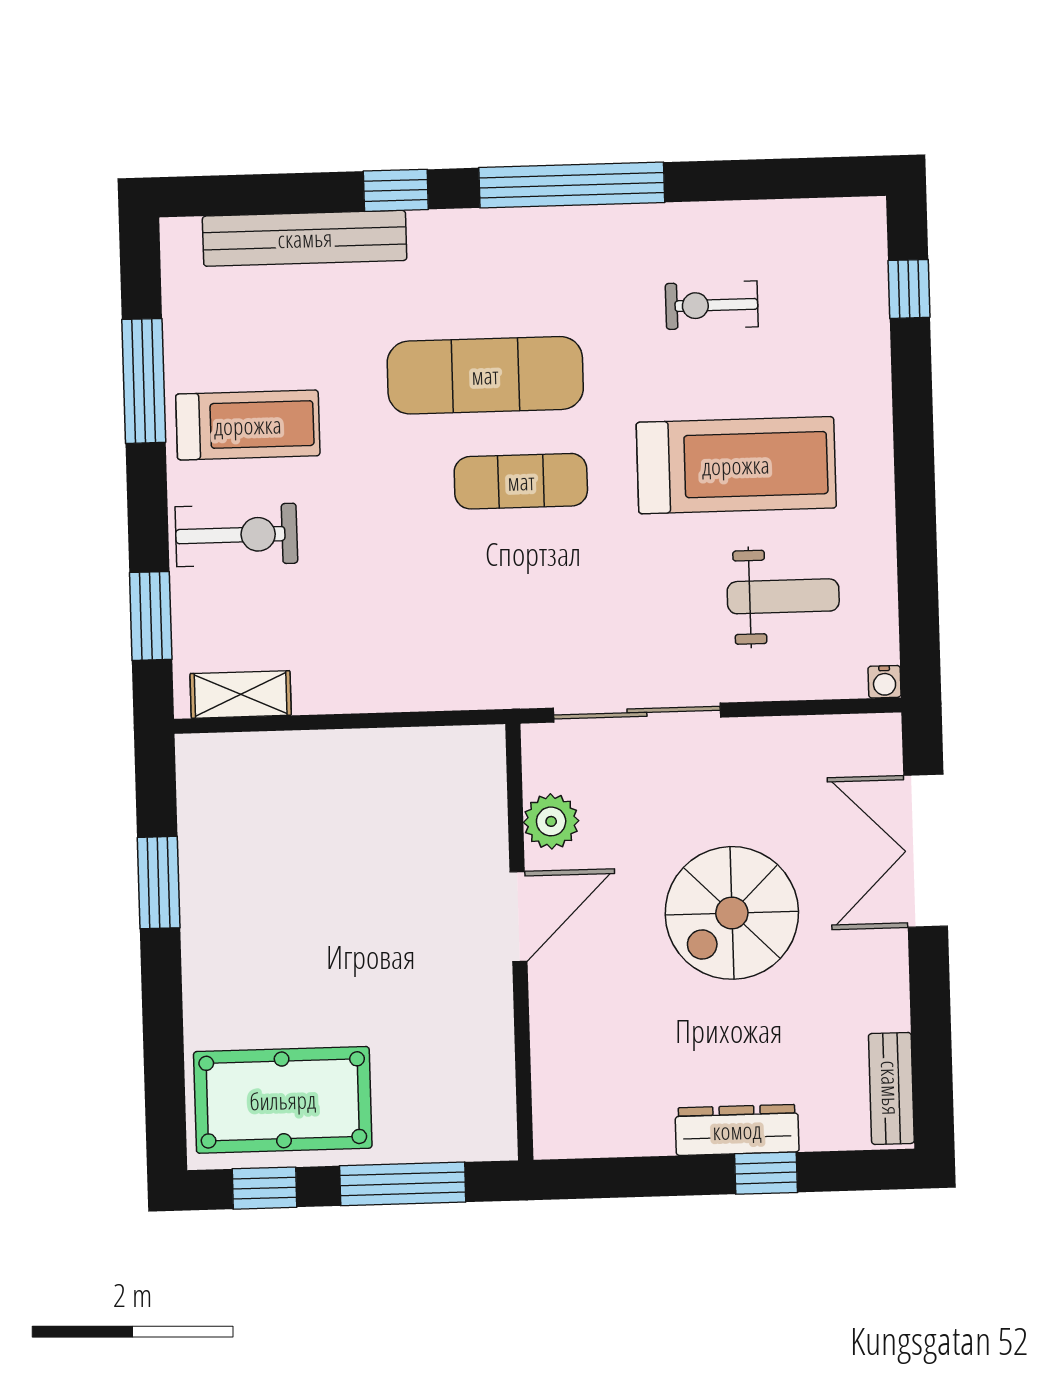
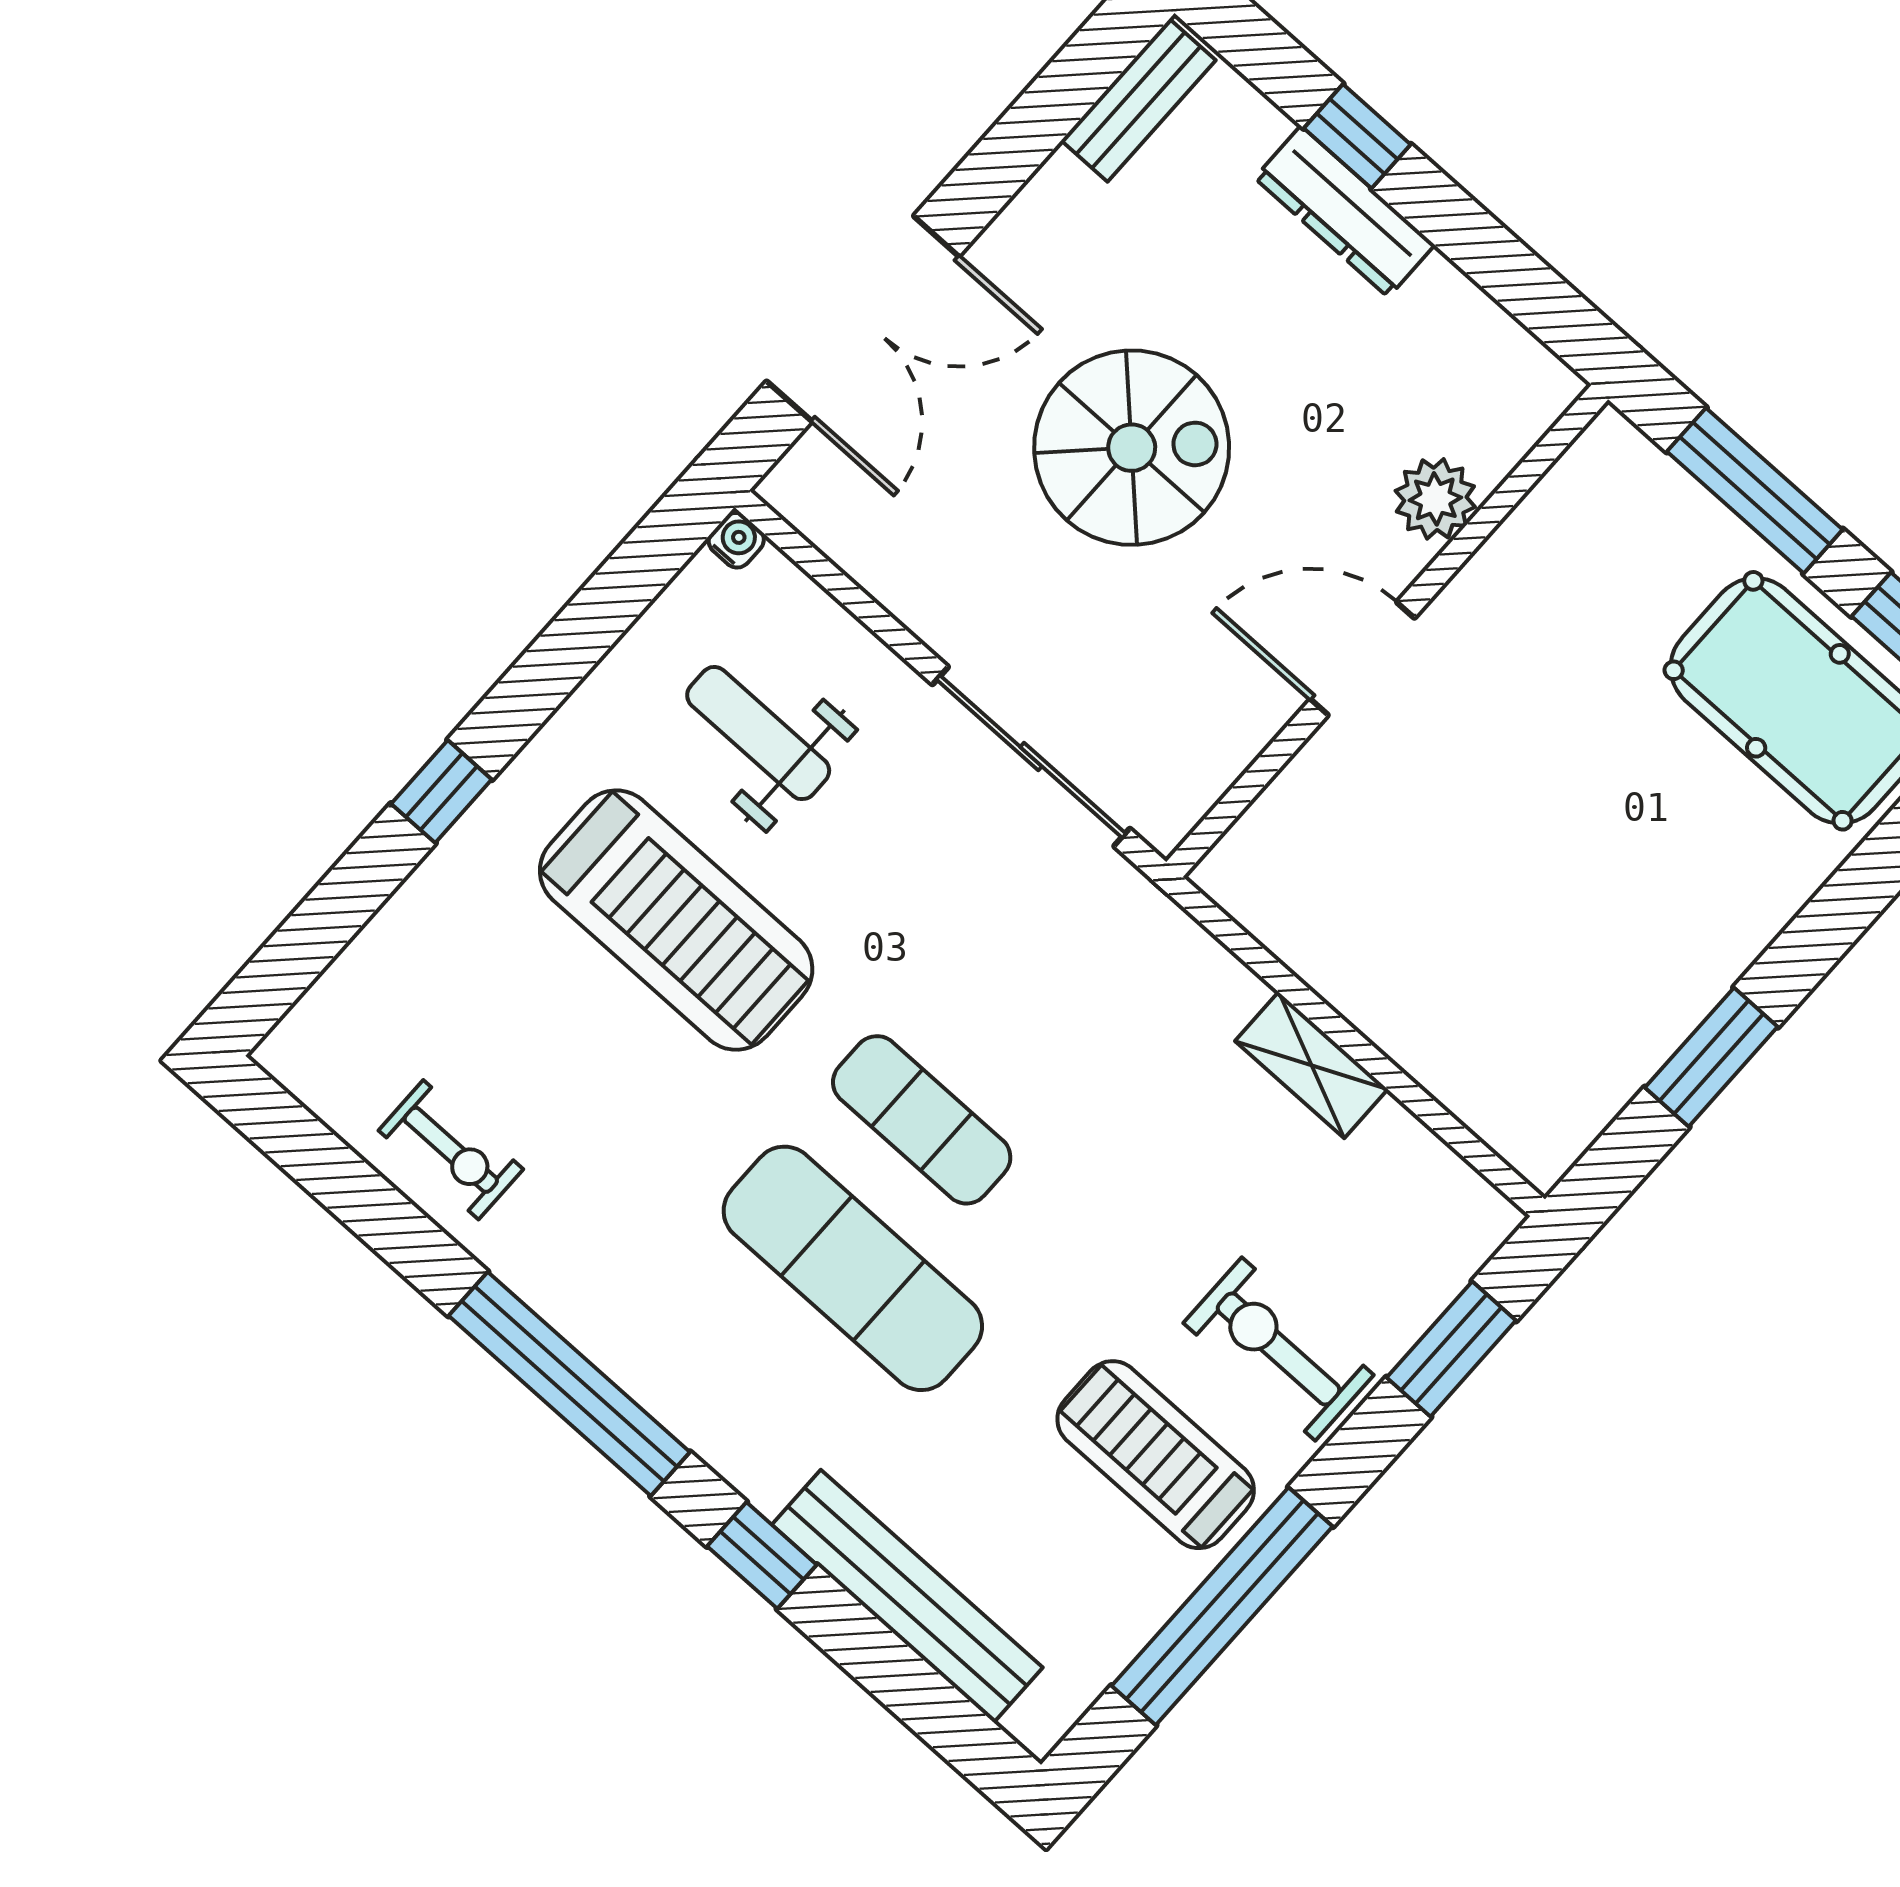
window: (909, 289) -> (441, 792), moved
exercise bike: (712, 305) -> (451, 1150), moved
window: (144, 381) -> (1222, 1606), width x1.46
treadmill: (736, 465) -> (676, 920), turned 180
shelving: (241, 694) -> (1311, 1065), moved
plant: (551, 821) -> (1435, 499), moved

